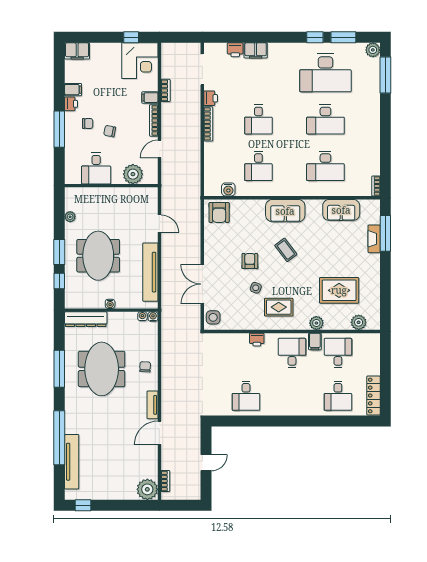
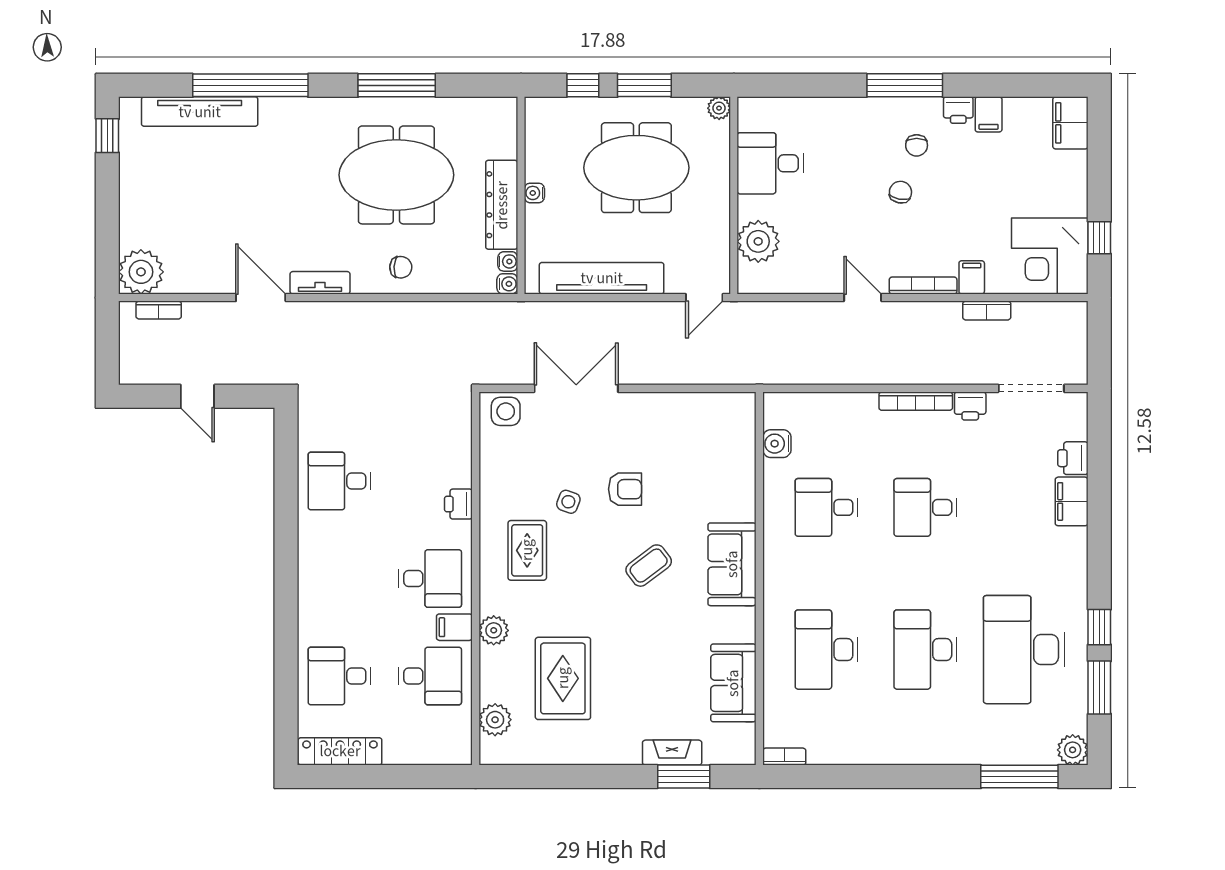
desk: (96, 168) -> (770, 163), moved
plant: (133, 174) -> (758, 241), moved
wall: (111, 186) -> (734, 195), moved
armchair: (219, 212) -> (728, 424), removed
window: (385, 233) -> (684, 777), width x0.69
dresser: (86, 319) -> (502, 205), moved

